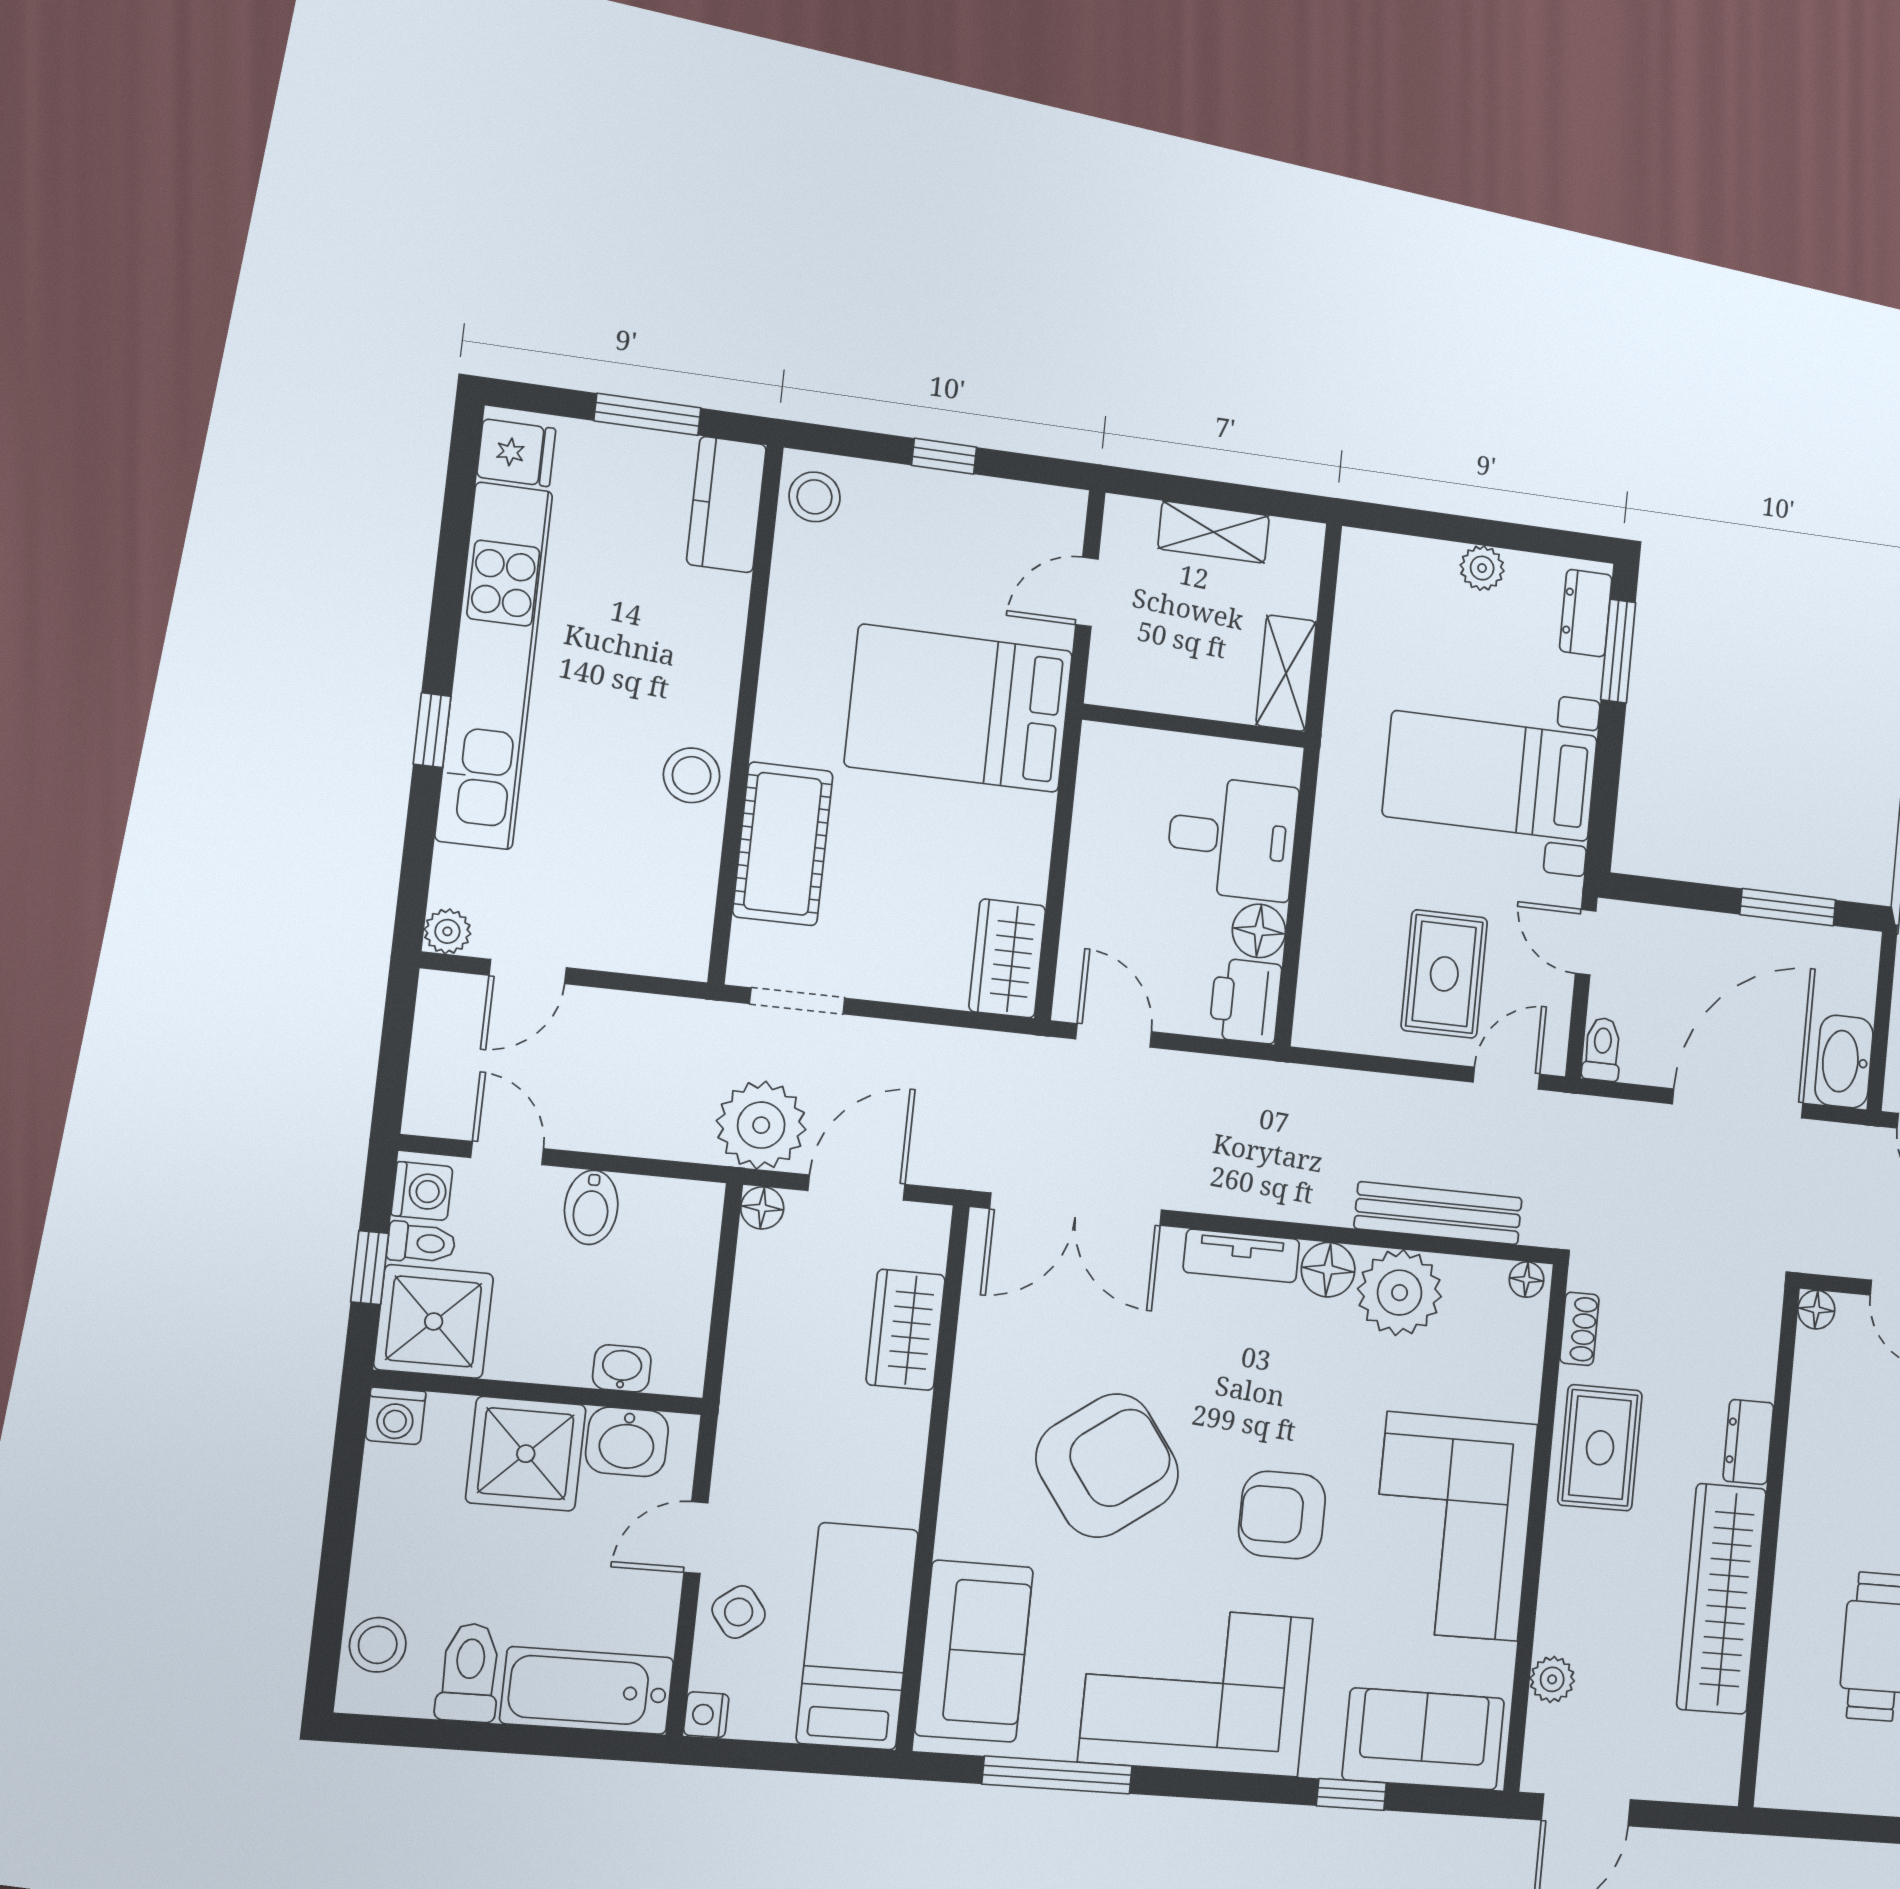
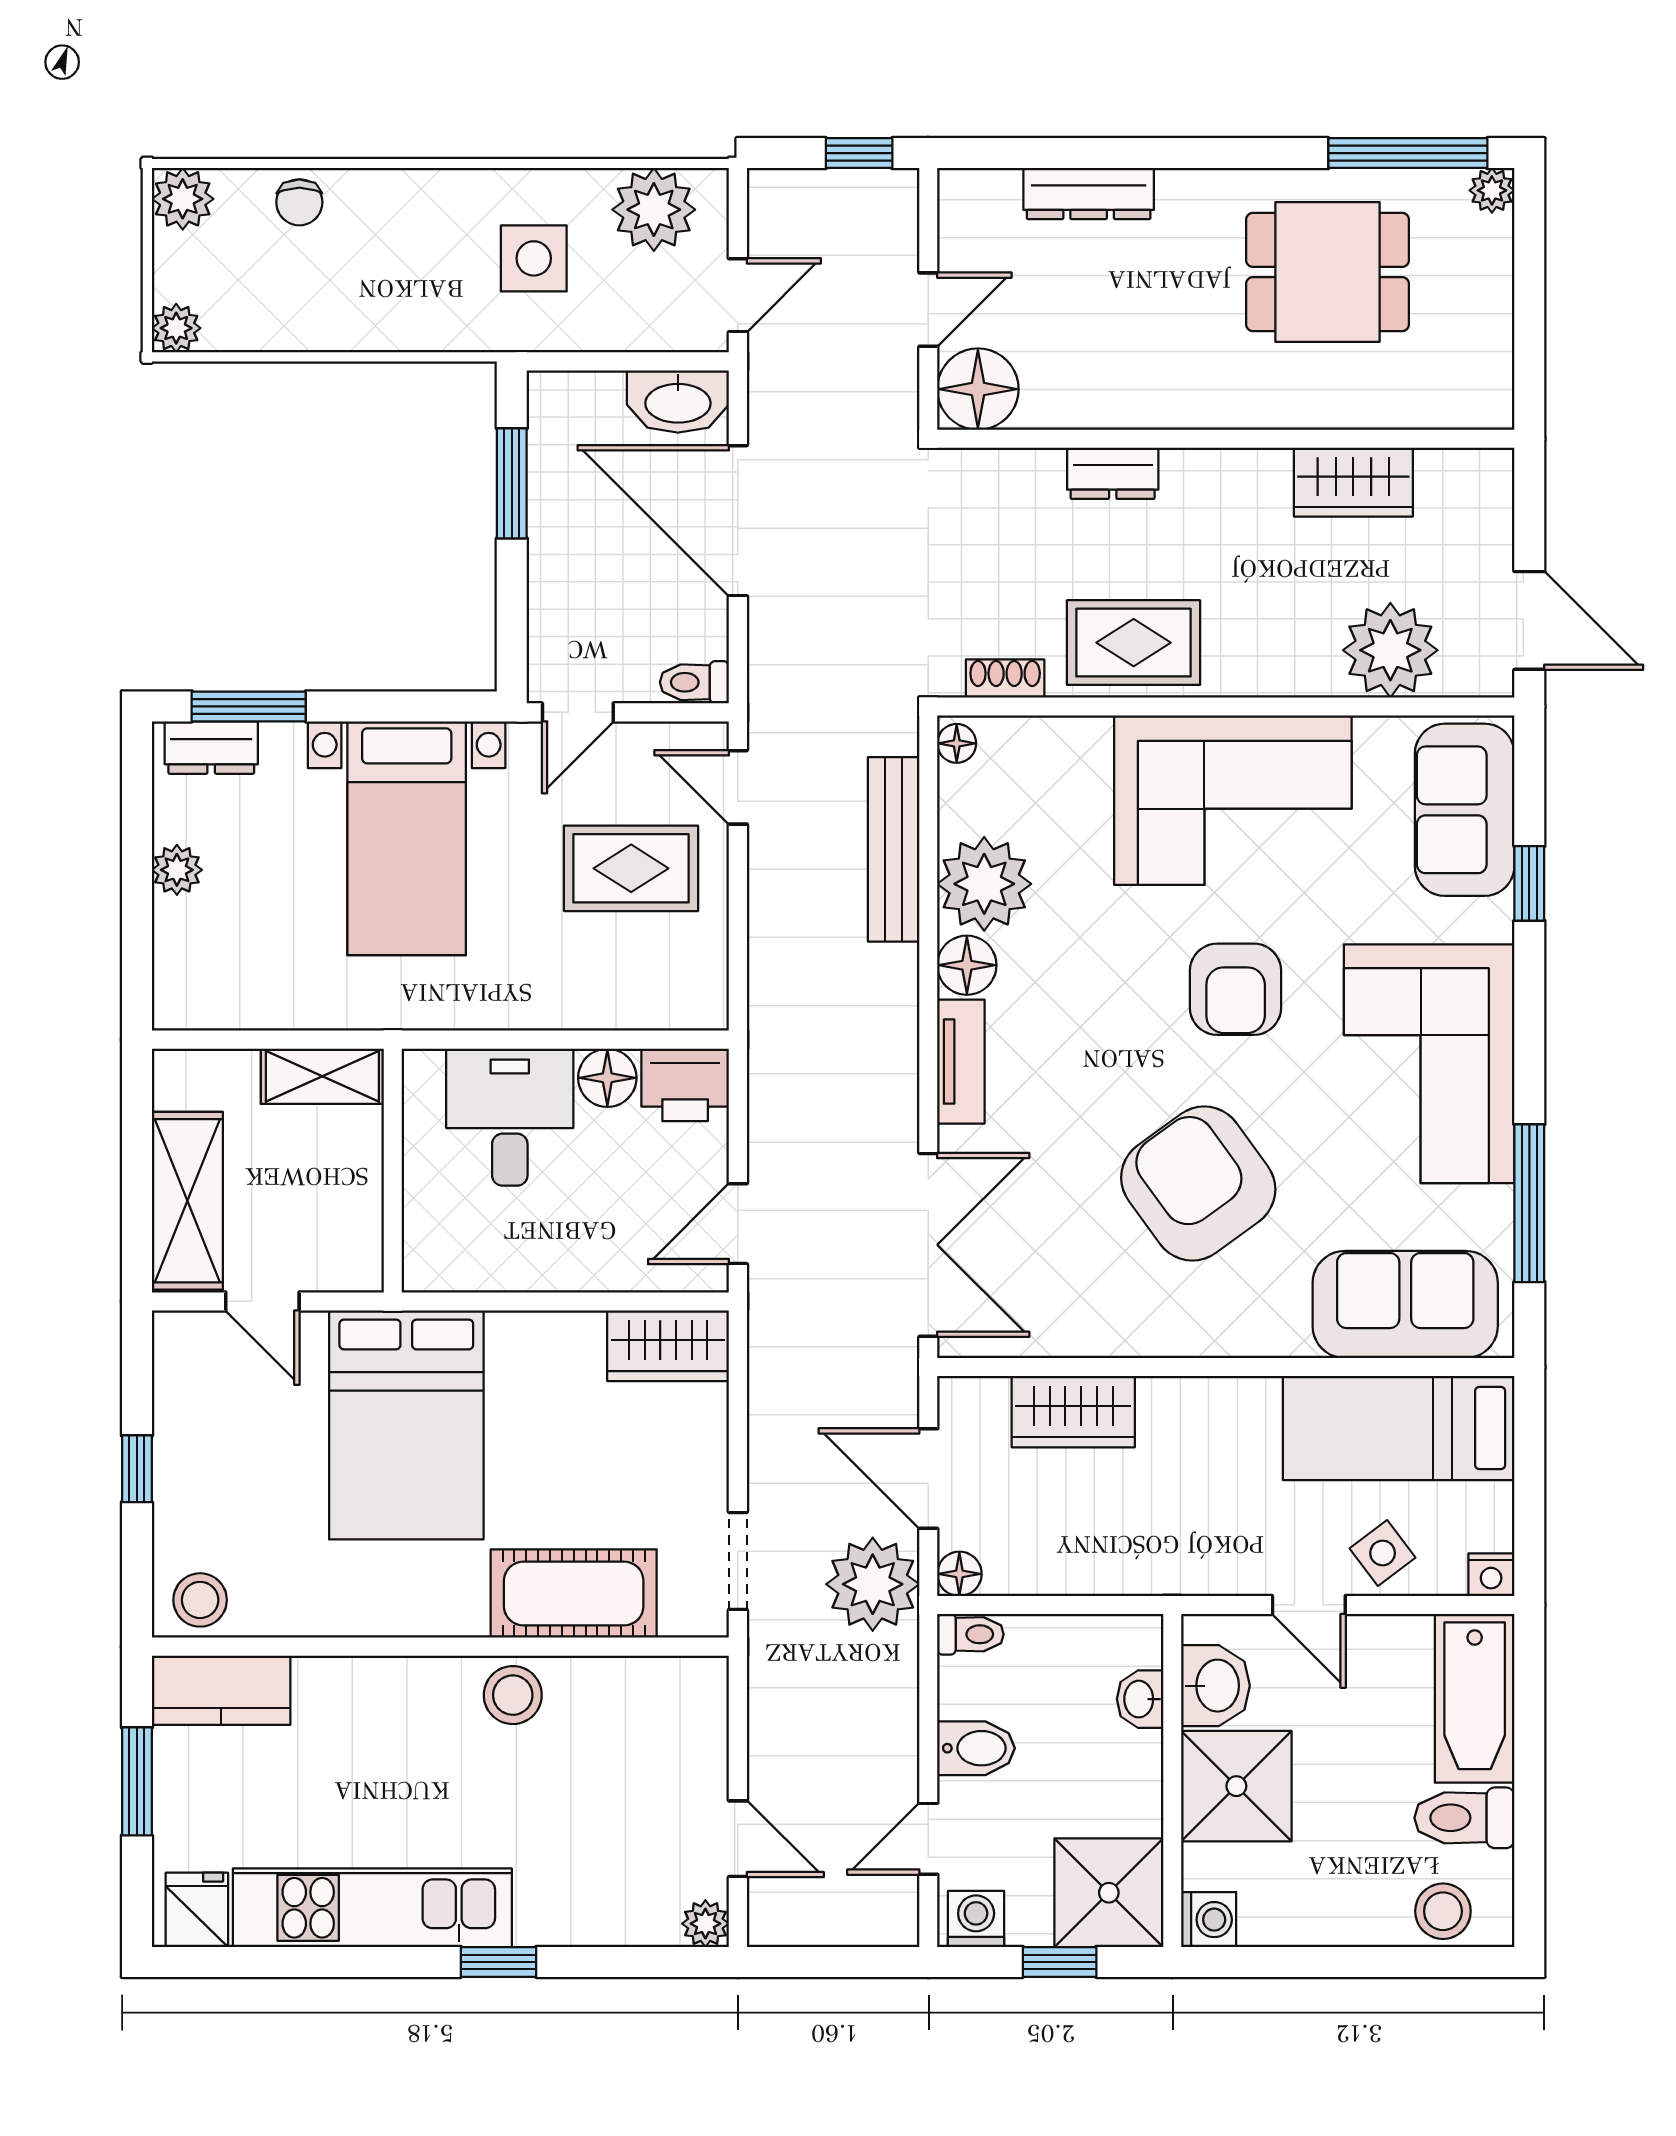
shelving: (1214, 532) -> (187, 1201), width x1.50, depth x1.33
kitchen unit: (494, 665) -> (372, 1908), width x0.73
toilet: (421, 1243) -> (970, 1634), moved, turned 90
floor lamp: (1816, 1310) -> (978, 389), width x1.89, depth x1.89
wardrobe: (1721, 1599) -> (1353, 482), width x0.48, depth x0.85
plant: (1552, 1679) -> (1390, 650), width x1.87, depth x1.87

